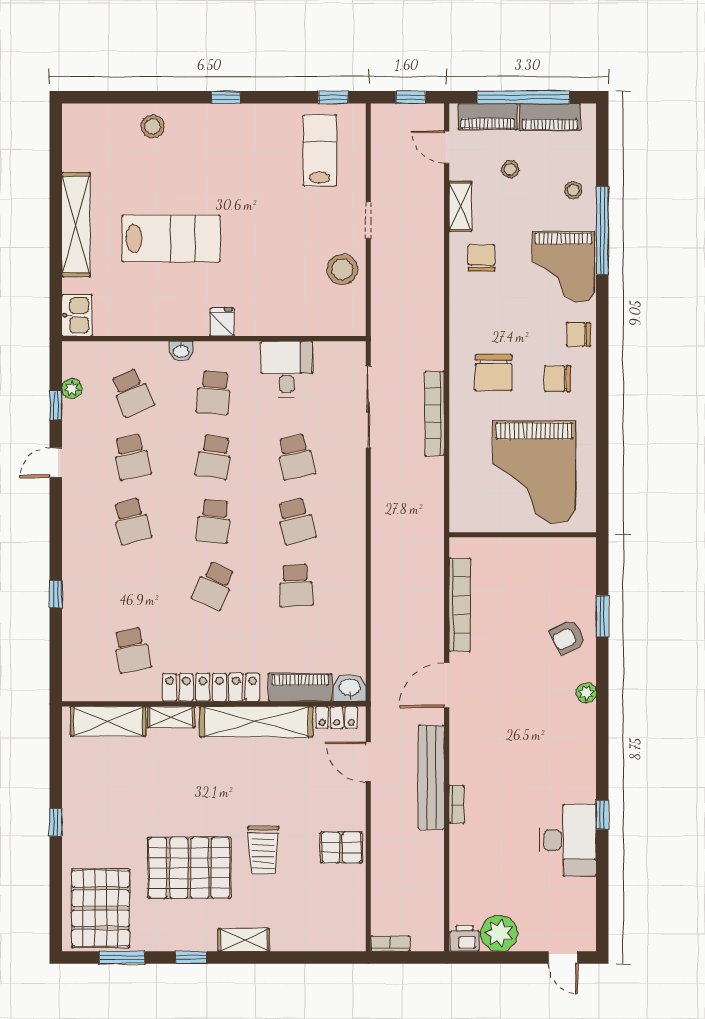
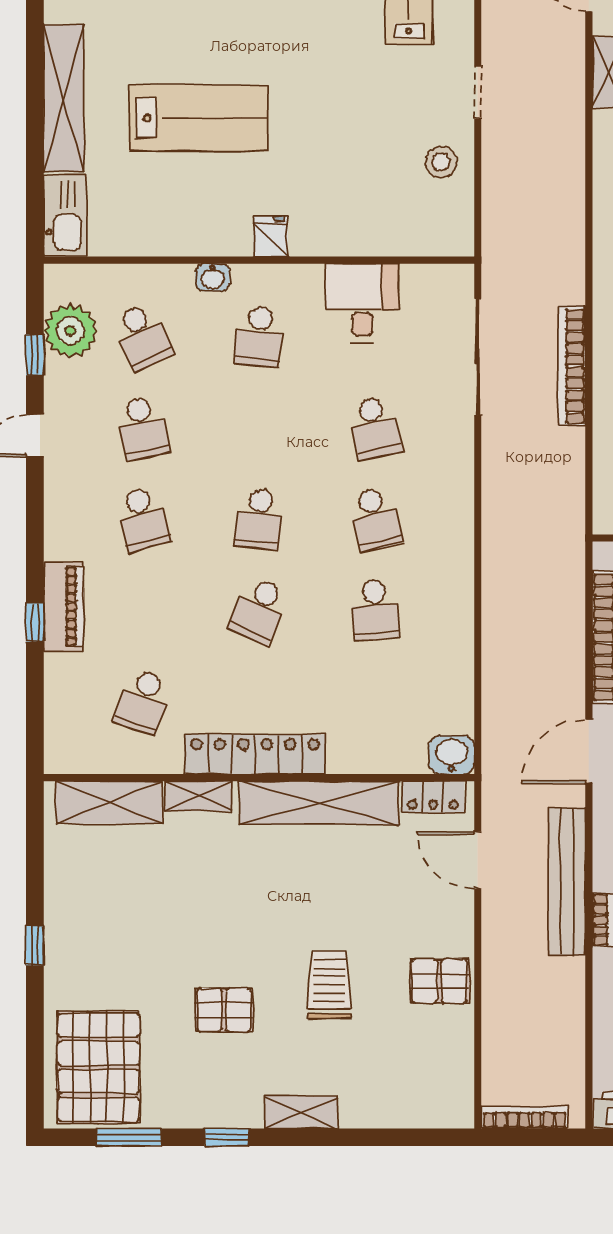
stool: (342, 269) -> (441, 162), width x0.73, depth x0.73
kitchen sink: (77, 315) -> (65, 216), width x1.38
plant: (72, 388) -> (70, 331), width x1.87, depth x1.87
school desk: (214, 457) -> (259, 428), removed
school desk: (132, 650) -> (143, 701), turned 30
piano: (300, 687) -> (64, 607), moved, turned 90
trolley: (263, 850) -> (329, 985), turned 180
pallet: (189, 868) -> (224, 1010), width x0.49, depth x0.50
bookcase: (390, 944) -> (525, 1117), width x1.56

